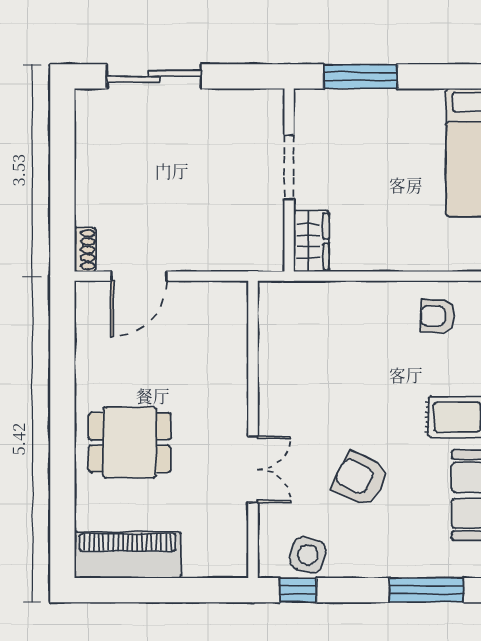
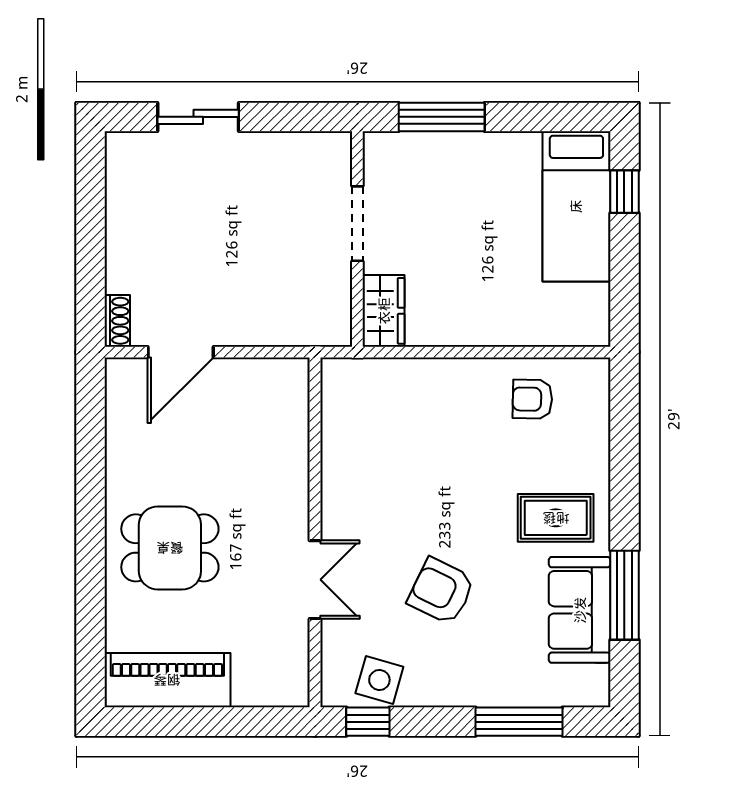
sliding door: (154, 76) -> (198, 117), width x0.73

